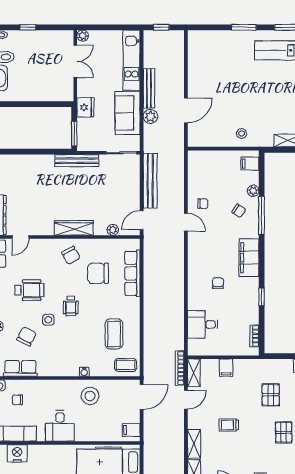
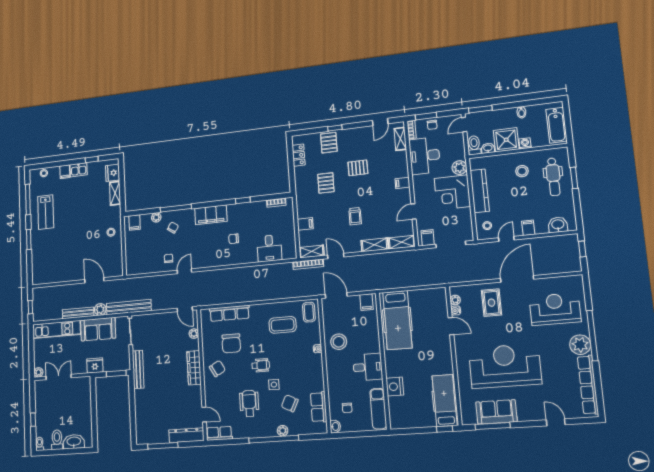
bench: (150, 181) -> (129, 307), moved
pallet: (271, 395) -> (326, 183), turned 90
nightstand: (17, 453) -> (395, 387), moved

